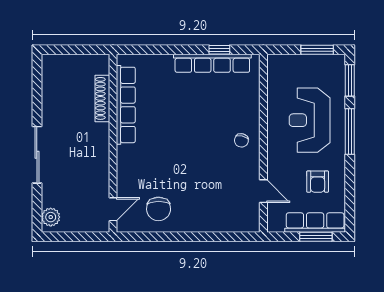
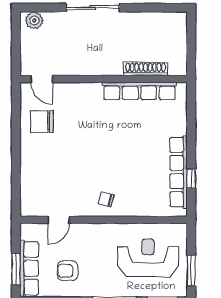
reception desk: (310, 120) -> (148, 258), moved

